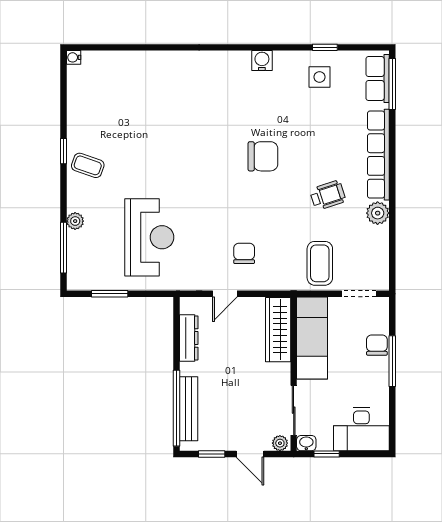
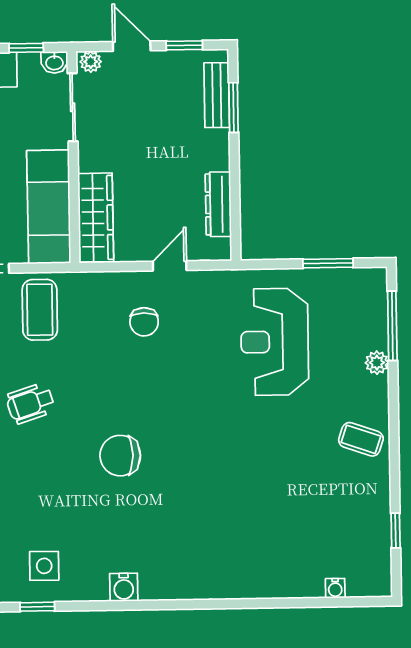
water cooler: (74, 57) -> (335, 588), moved, turned 90
window: (64, 151) -> (396, 530), moved
window: (177, 408) -> (234, 108), width x0.47
bench: (189, 409) -> (217, 95), width x0.73

